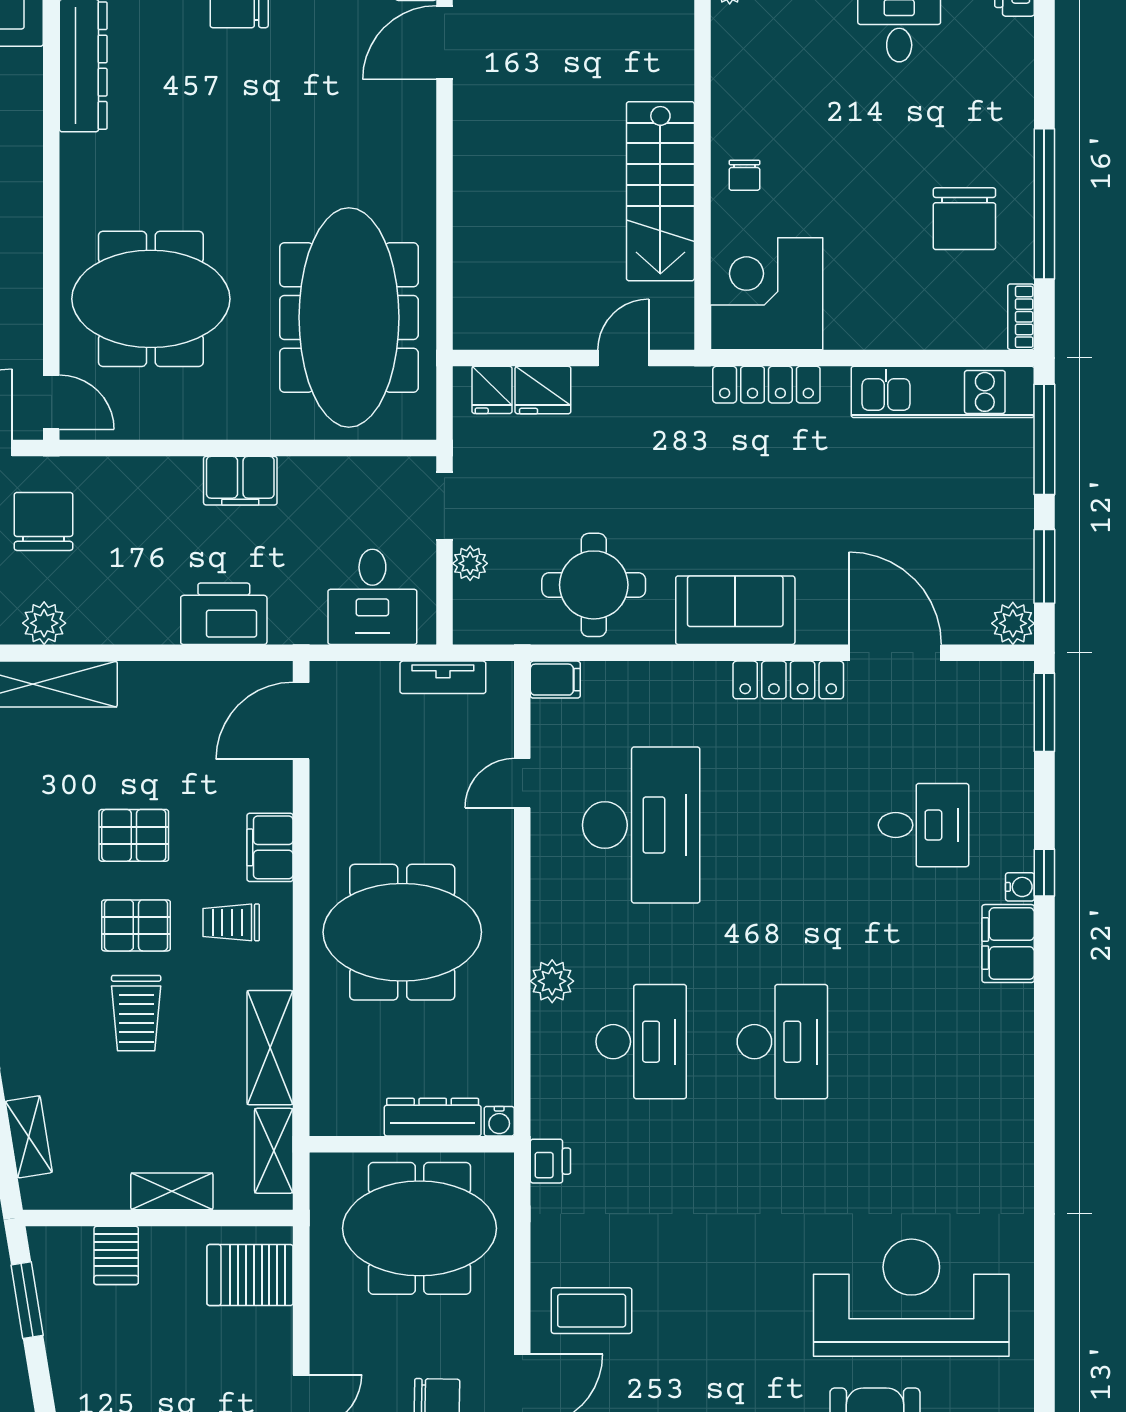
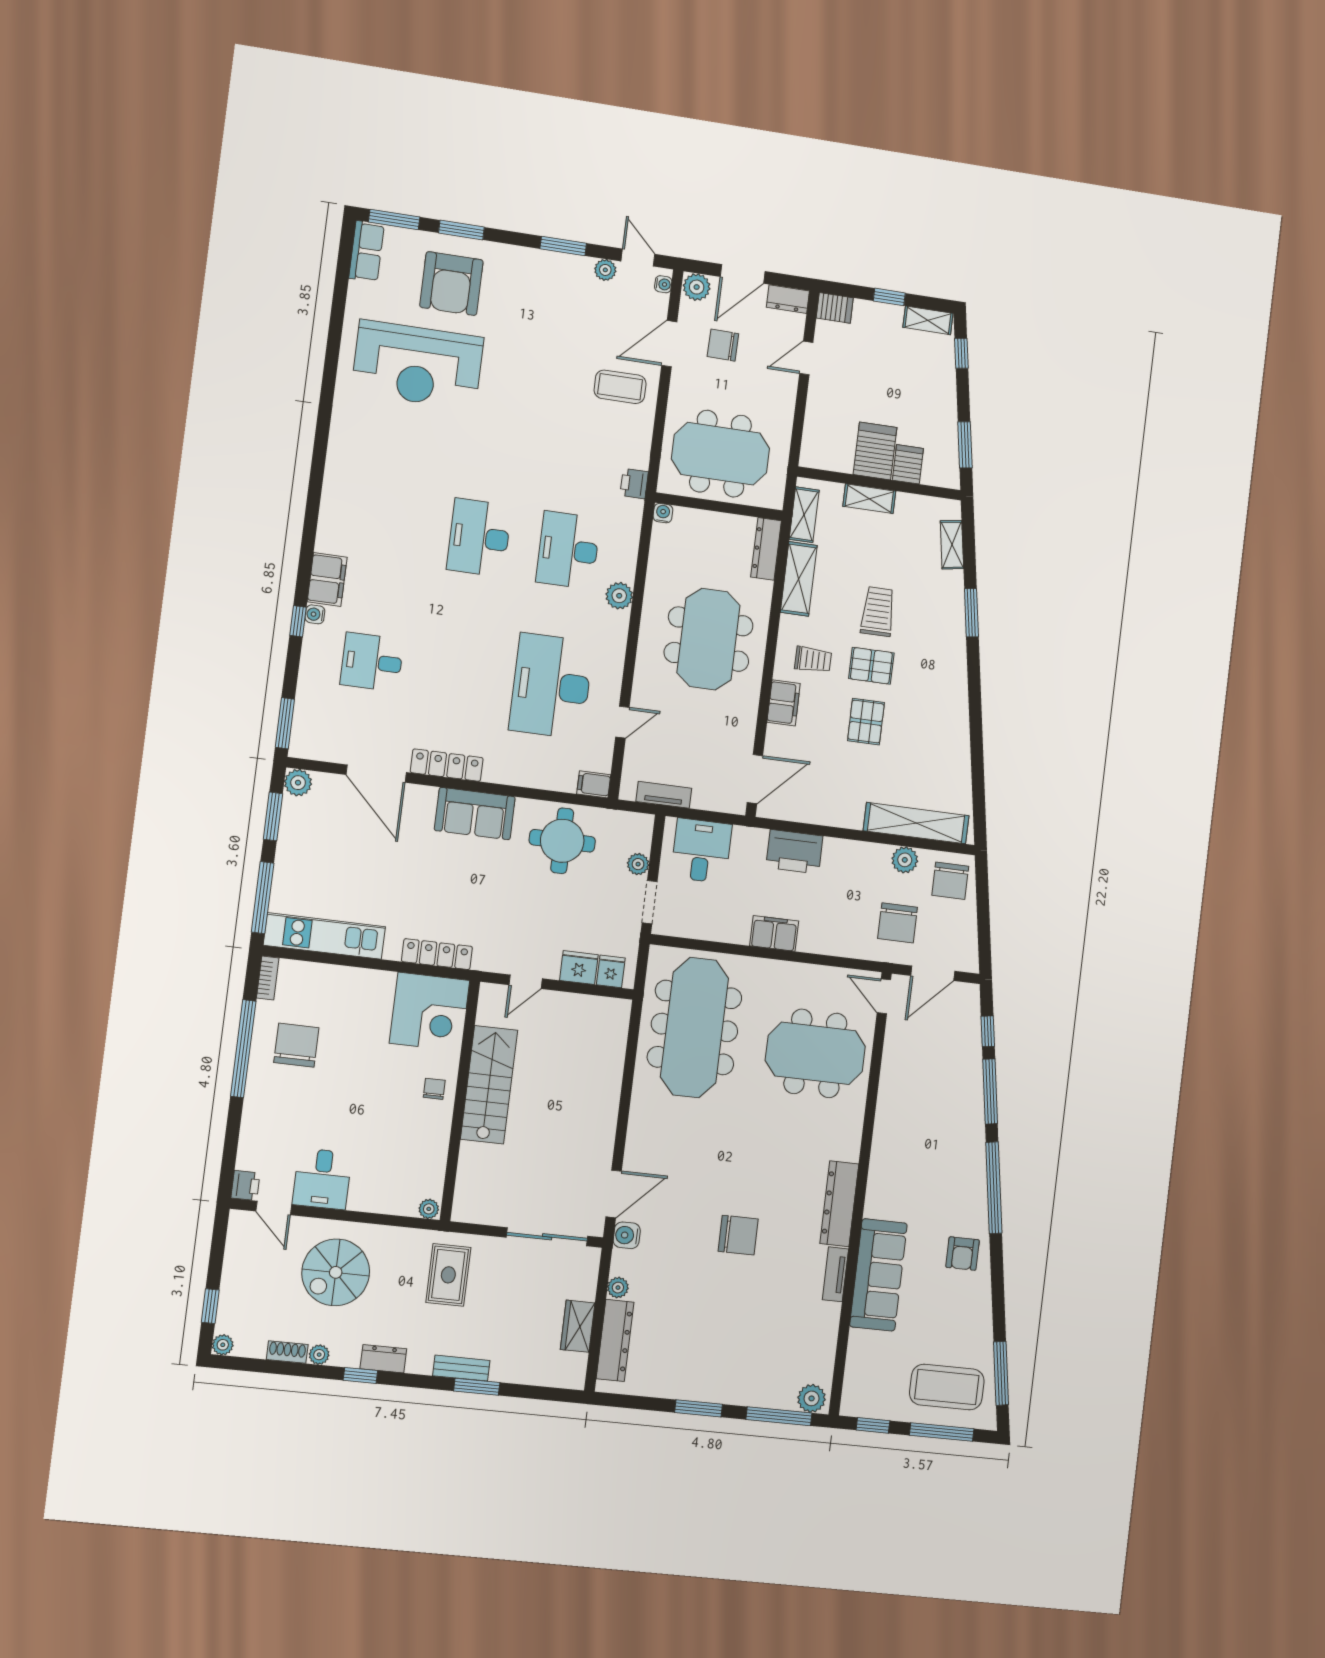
pallet: (134, 835) -> (866, 722), turned 90
meeting table: (402, 932) -> (709, 639), turned 90
dresser: (433, 1117) -> (766, 549), moved, turned 90
server rack: (250, 1275) -> (875, 451), moved, turned -90

